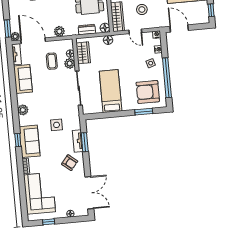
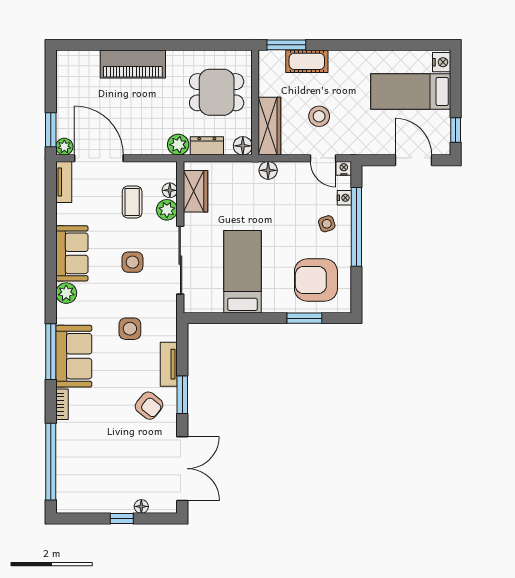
door: (179, 28) -> (413, 160), moved
plant: (59, 31) -> (178, 145), moved
door: (135, 31) -> (323, 158), moved
floor lamp: (108, 40) -> (268, 170), moved
window: (167, 78) -> (356, 227), moved
sofa: (23, 79) -> (72, 253), moved
side table: (55, 91) -> (132, 262), added
window: (18, 140) -> (51, 352), width x2.17
window: (85, 142) -> (182, 395), moved
corner sofa: (39, 193) -> (84, 461), removed
window: (23, 195) -> (51, 462), added
window: (49, 222) -> (122, 519), moved

